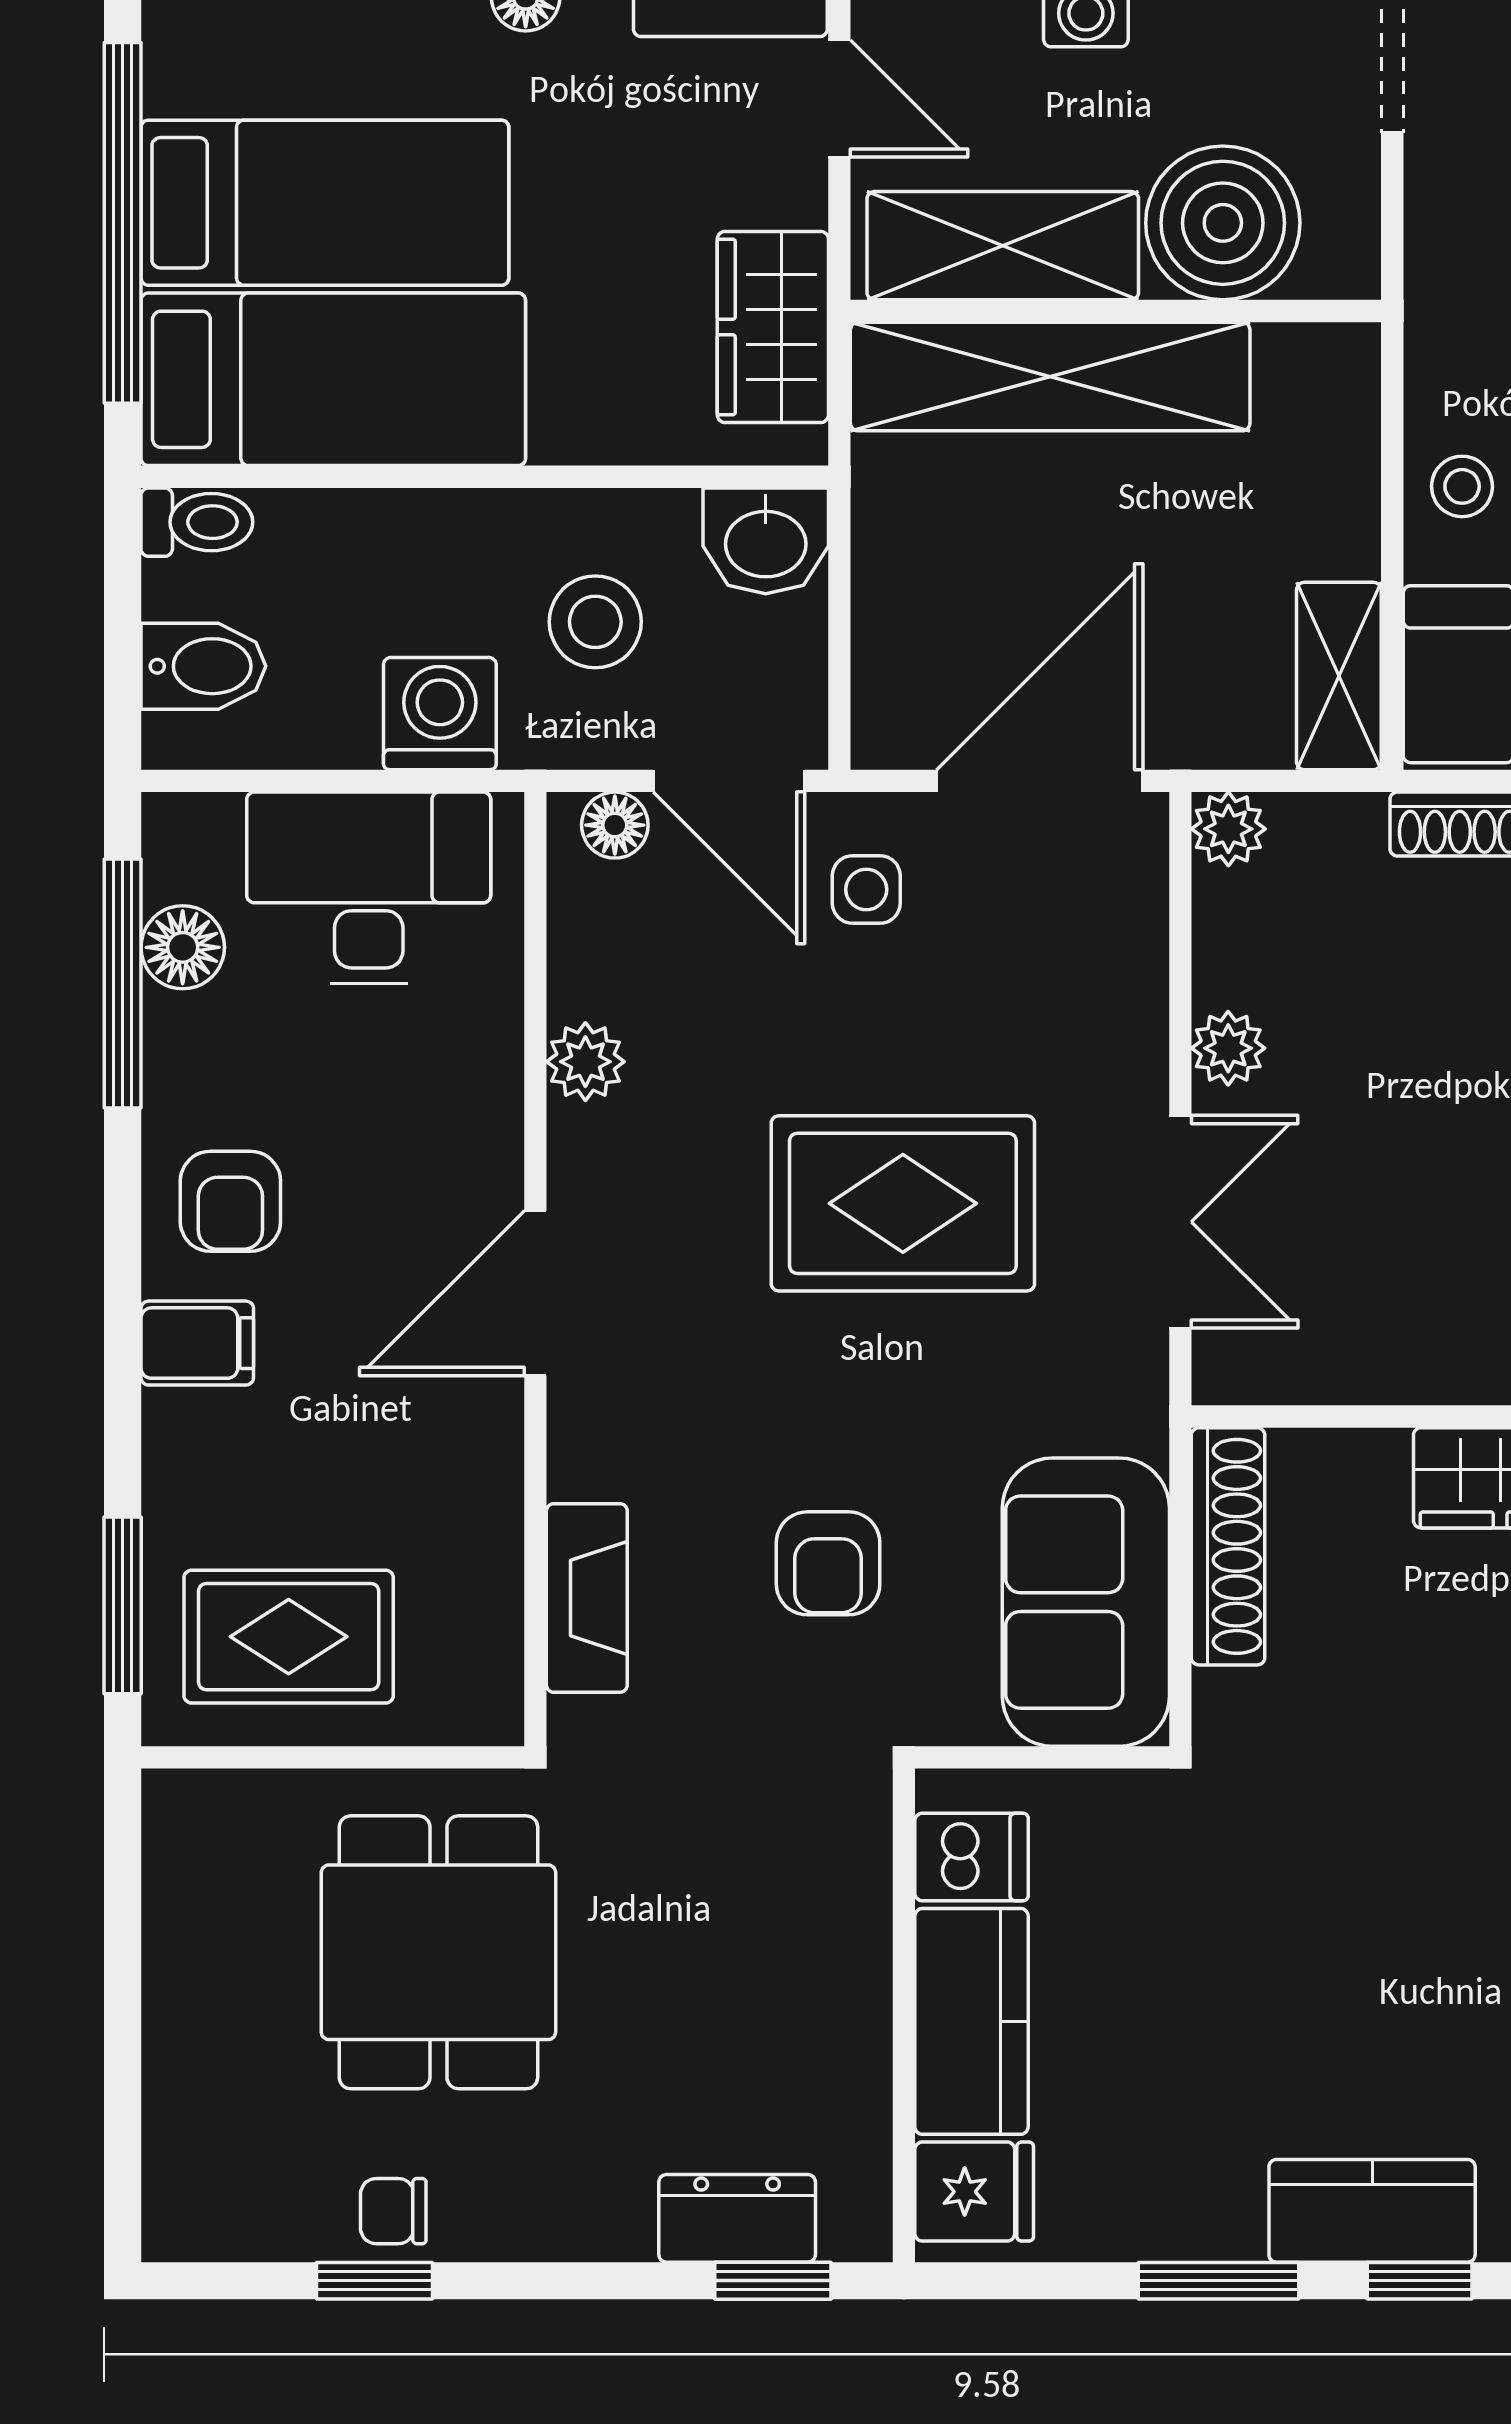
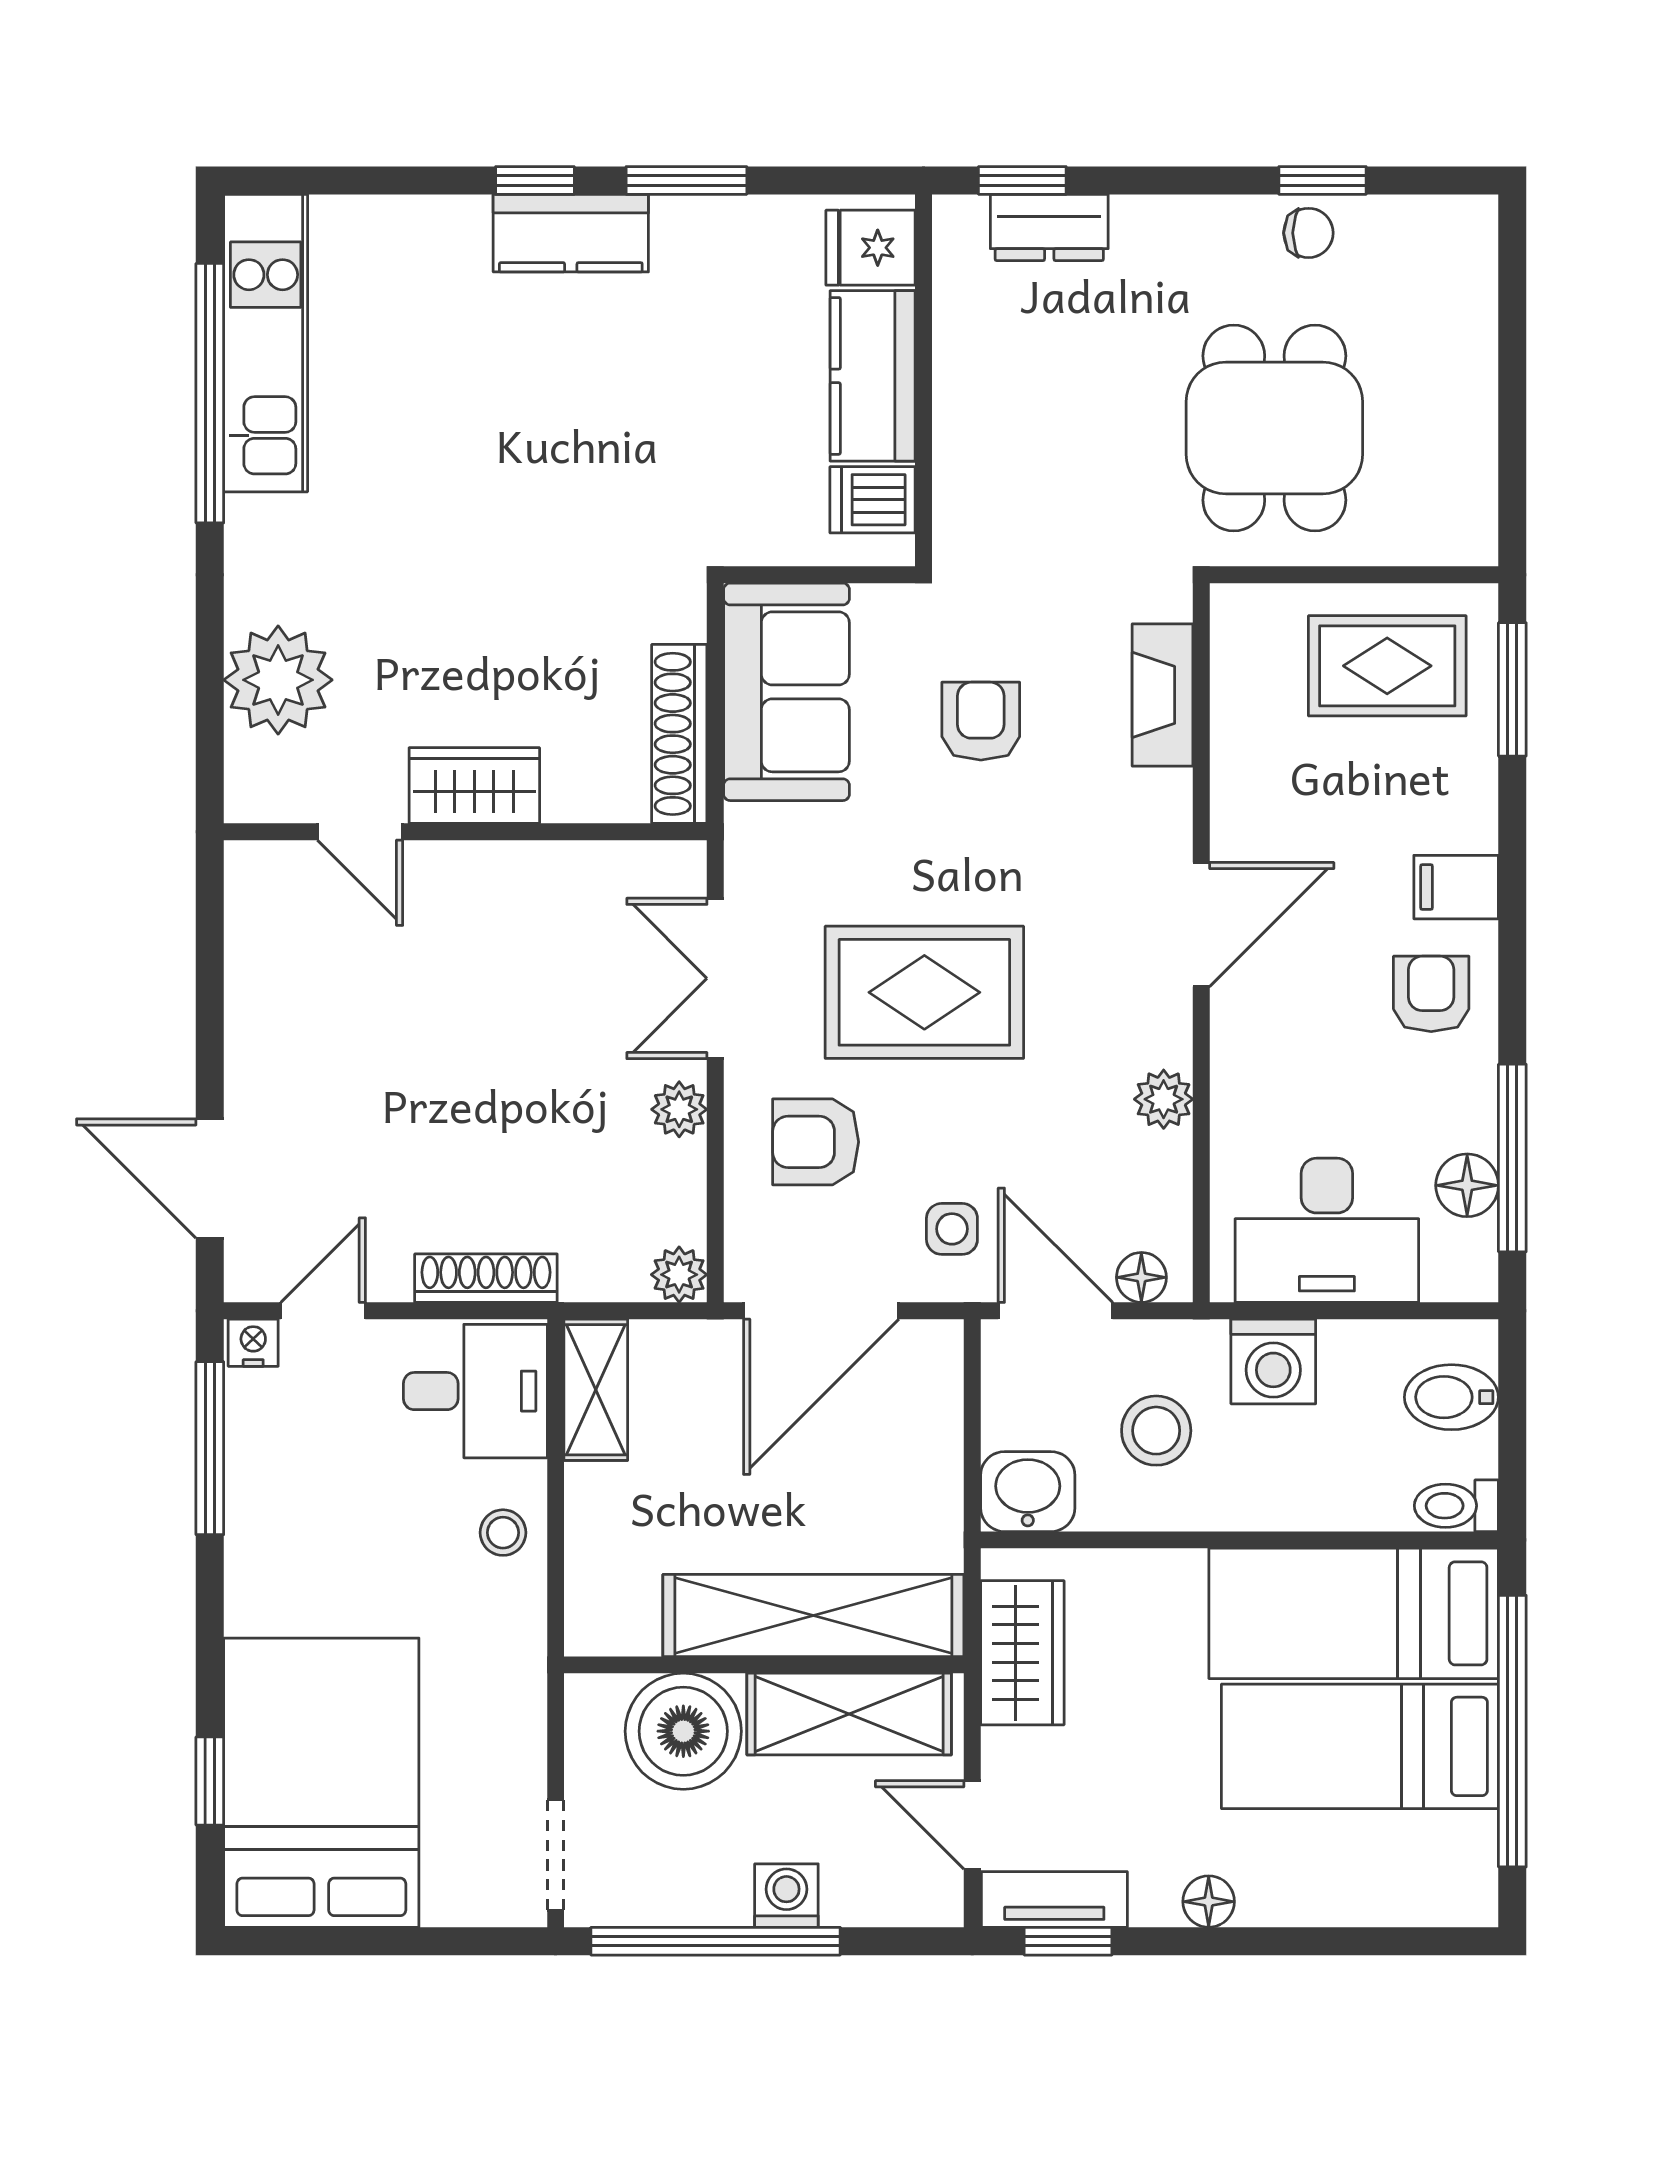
armchair: (1047, 1005) -> (816, 1142), added

